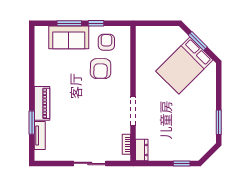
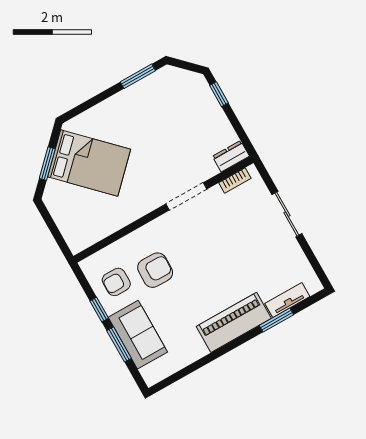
piano: (42, 103) -> (234, 322), width x1.37, depth x1.33

